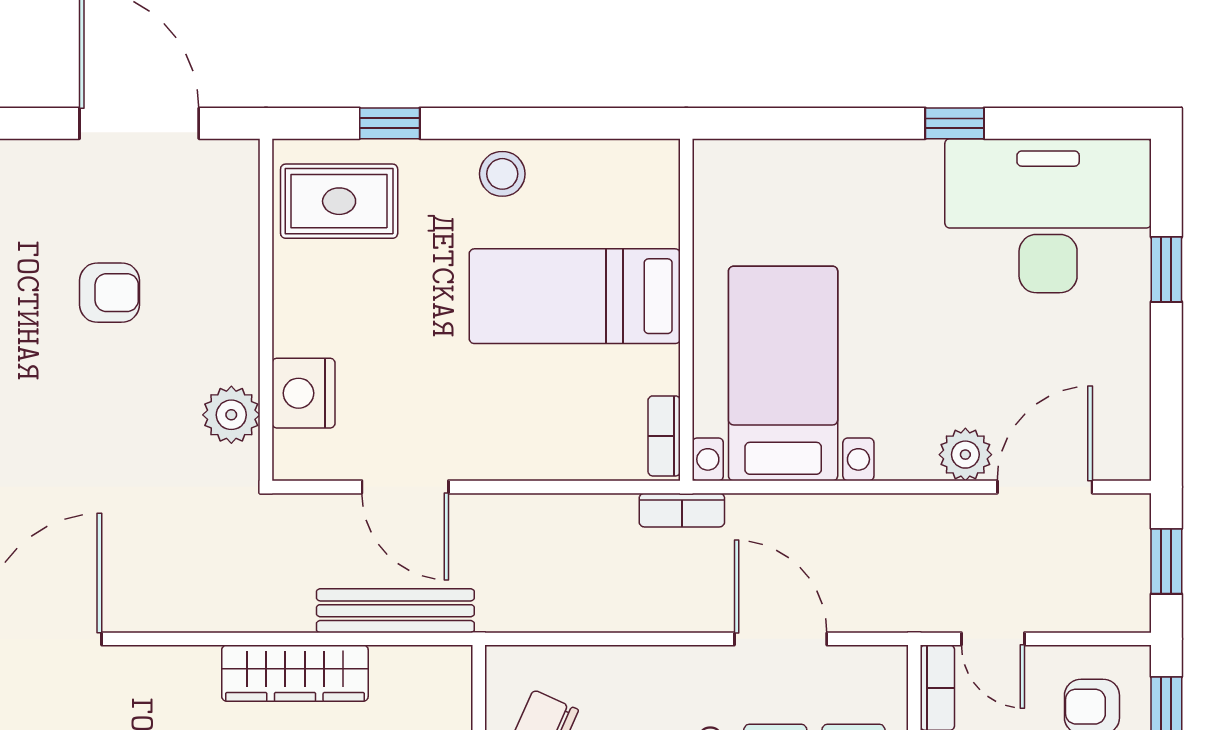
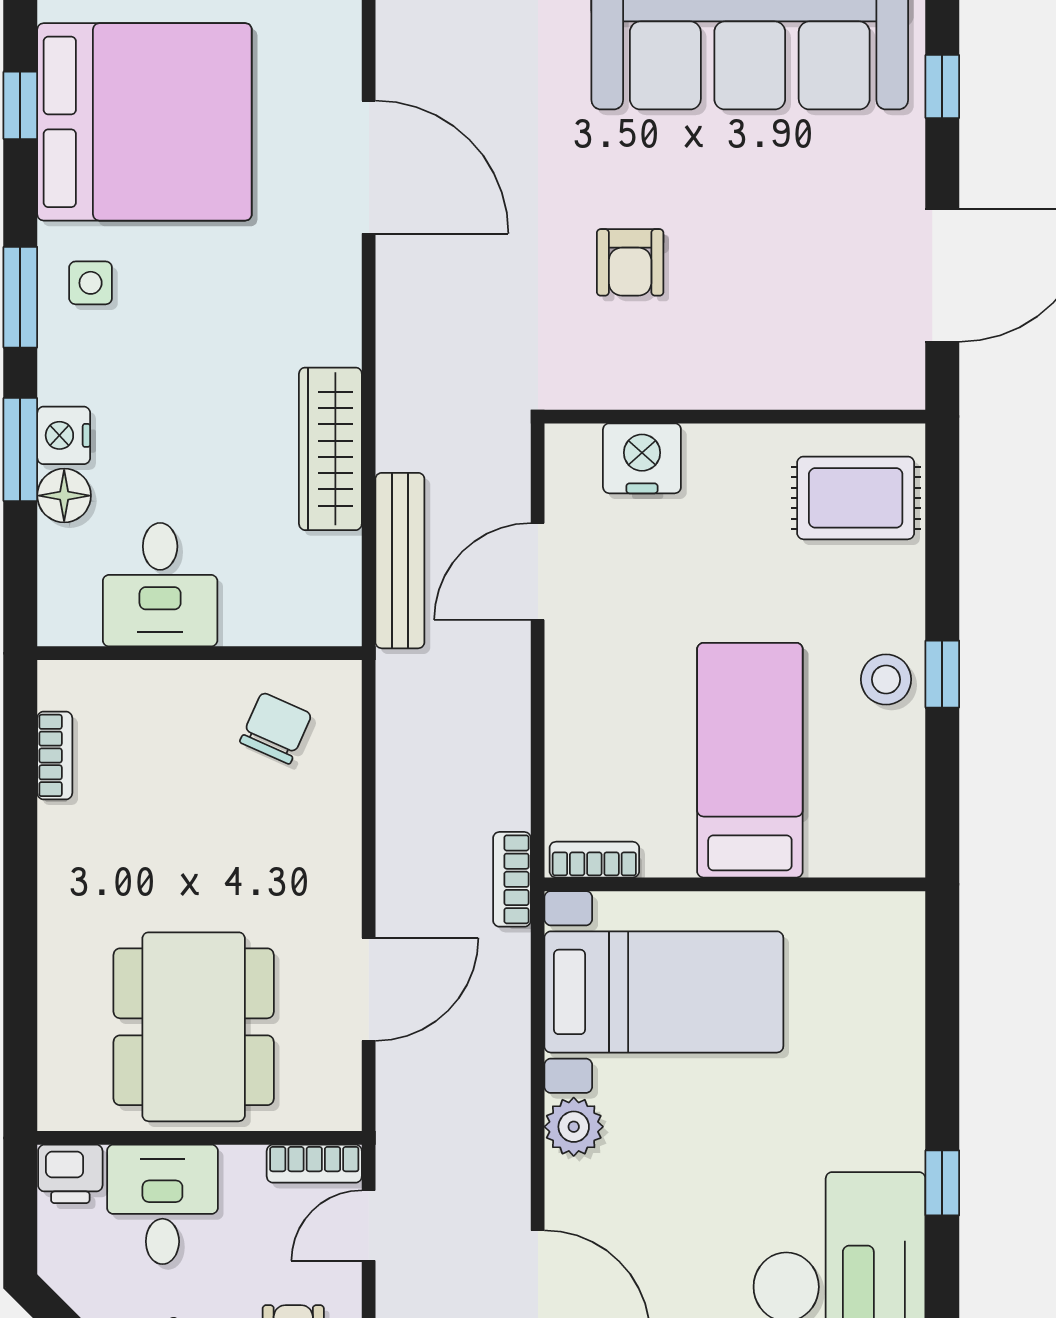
window: (390, 123) -> (942, 674), moved
rug: (339, 201) -> (856, 498), turned 90
armchair: (110, 293) -> (630, 262), moved
plant: (231, 415) -> (618, 378), removed
plant: (965, 455) -> (574, 1127), moved

